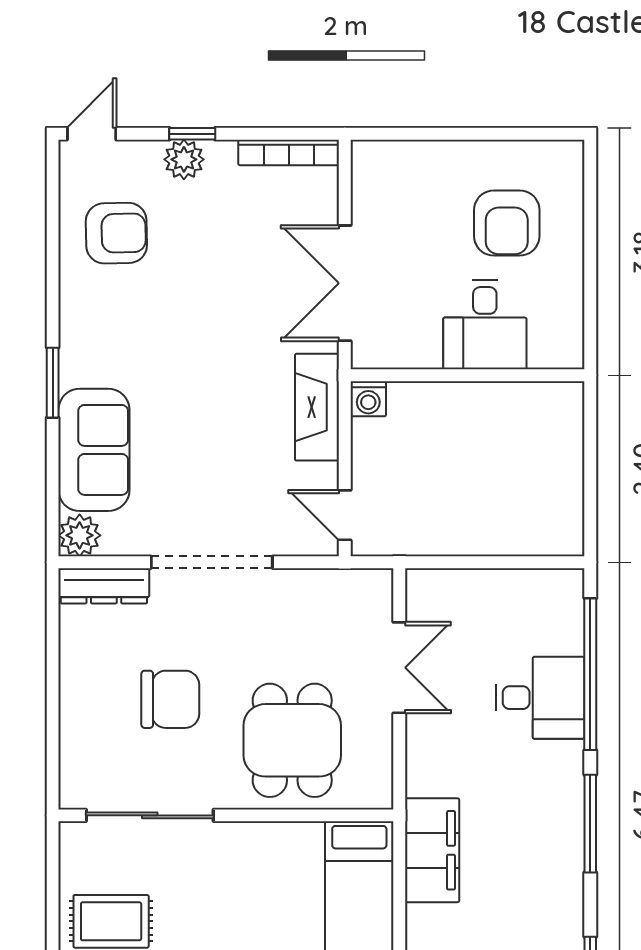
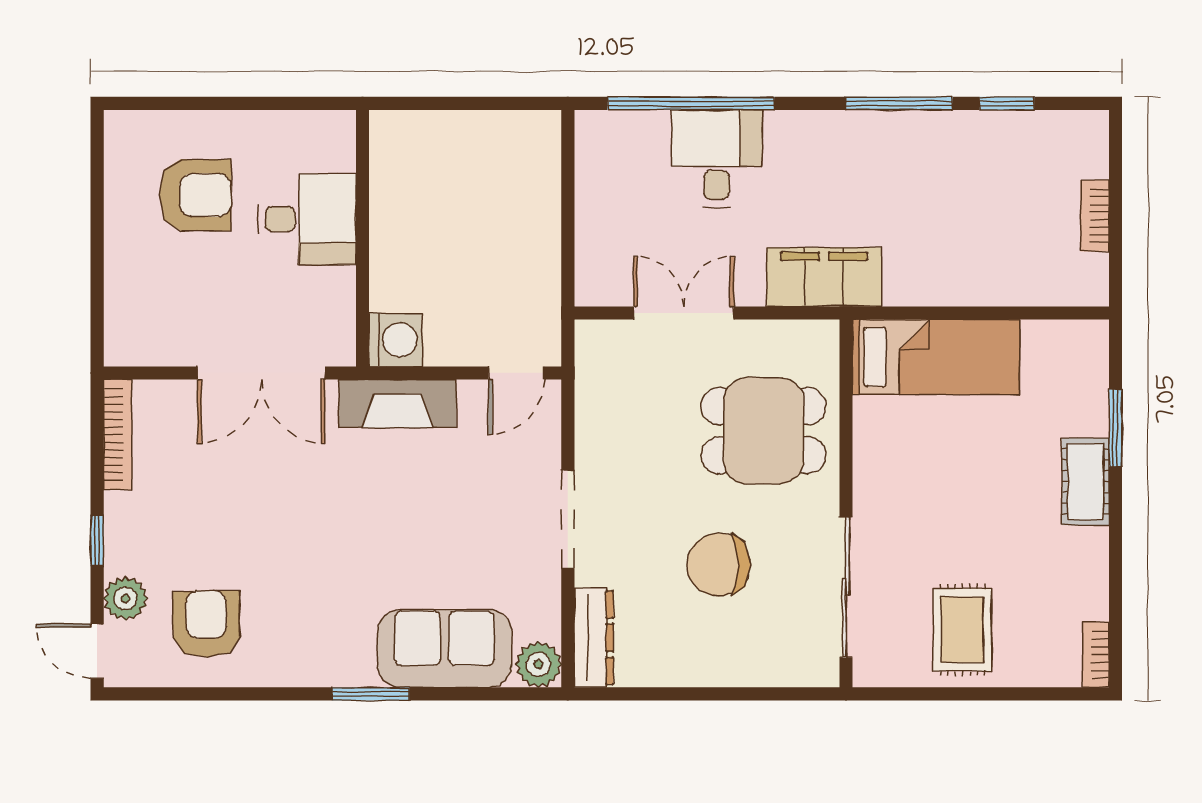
plant: (184, 159) -> (125, 598), moved
washing machine: (368, 399) -> (396, 340), width x1.38, depth x1.38
doorway: (212, 562) -> (568, 519), width x0.73
chair: (170, 699) -> (718, 565), turned -90
window: (590, 824) -> (899, 103), moved
filing cabinet: (432, 850) -> (824, 277), moved

